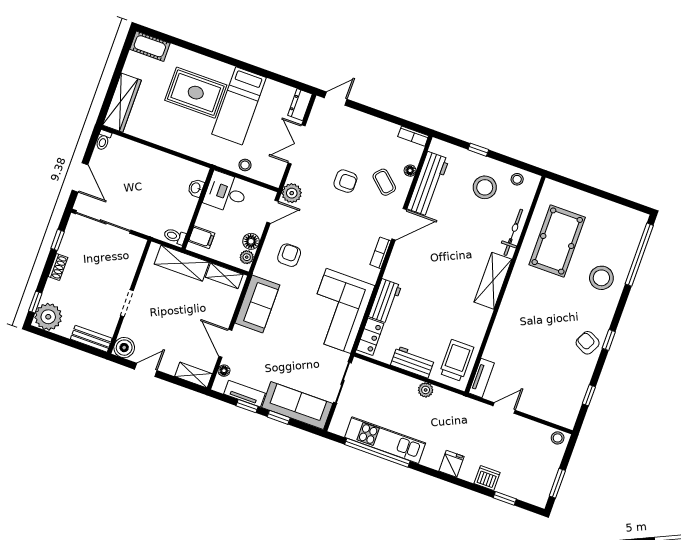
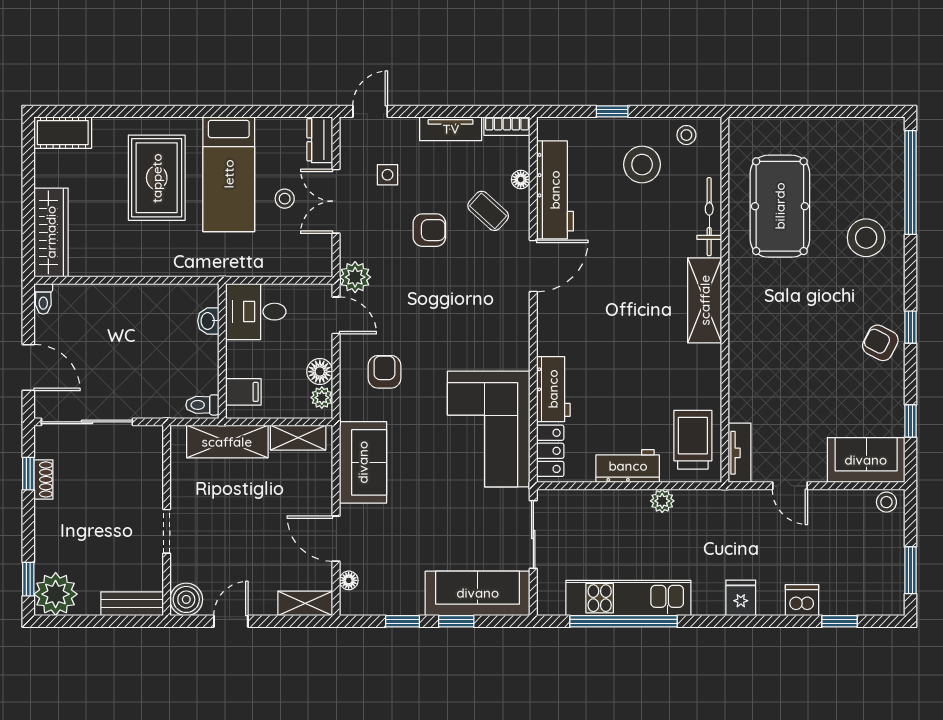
rug: (196, 93) -> (157, 178), turned 90
side table: (332, 140) -> (387, 175), added
stool: (245, 165) -> (285, 199), moved
door: (272, 212) -> (336, 315), hinge flipped
bookcase: (380, 253) -> (520, 319), removed
shoe rack: (58, 267) -> (43, 479), moved
tv unit: (244, 394) -> (451, 129), moved, turned 180
door: (504, 408) -> (790, 486), swing flipped
sofa: (554, 409) -> (866, 460), added

